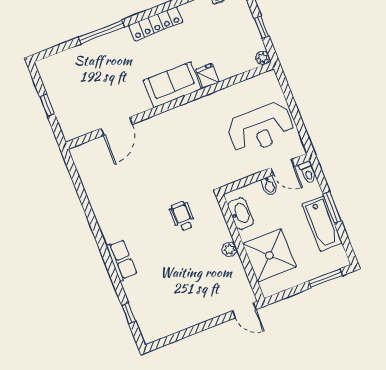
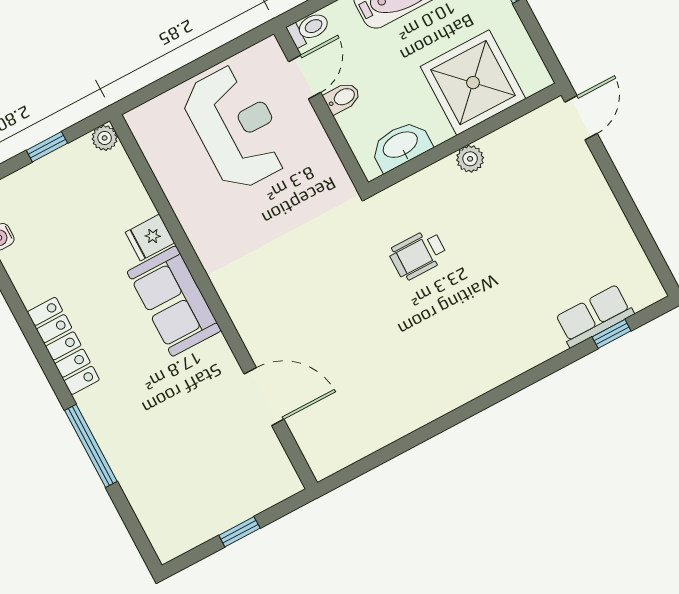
row of seats: (122, 260) -> (594, 316), moved

